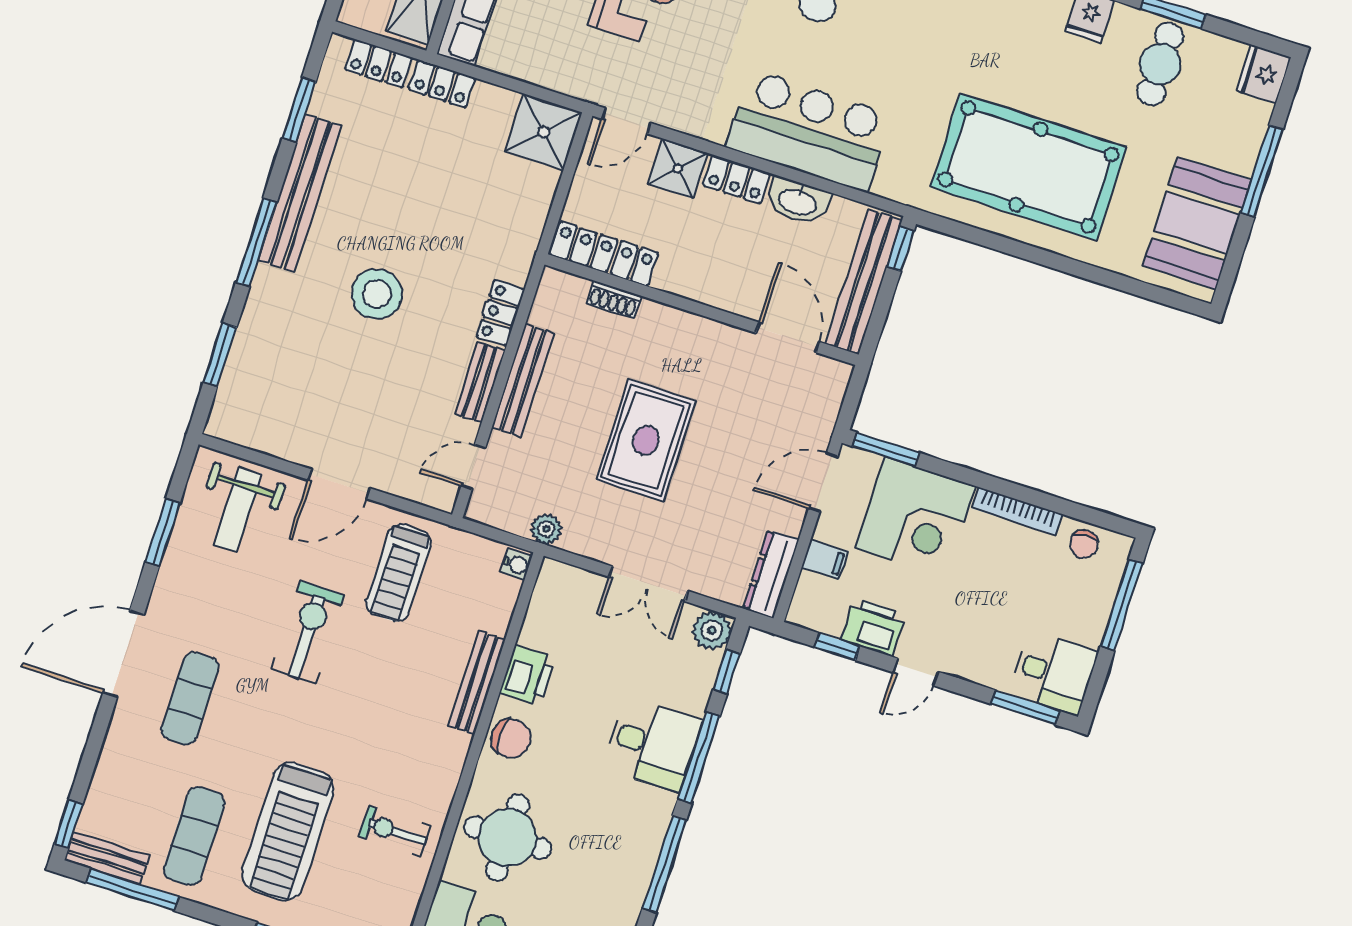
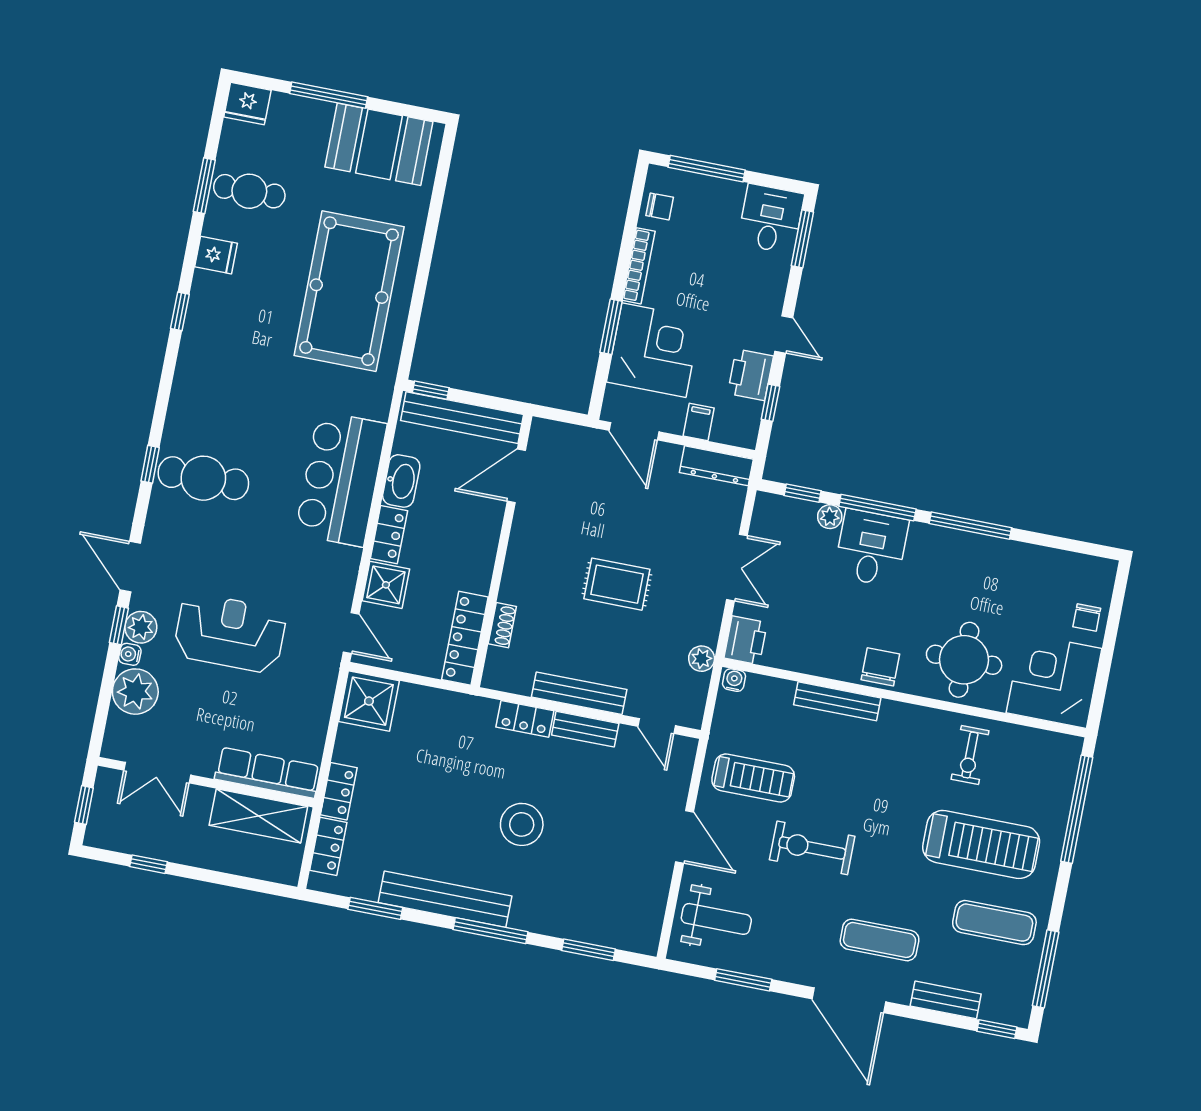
rug: (646, 440) -> (617, 584), width x0.73, depth x0.70
window: (886, 449) -> (611, 327), moved
plant: (712, 630) -> (830, 517), moved, width x0.73, depth x0.73
printer: (527, 675) -> (746, 640), moved, turned 90
bench: (107, 858) -> (946, 1000), moved, turned 90

